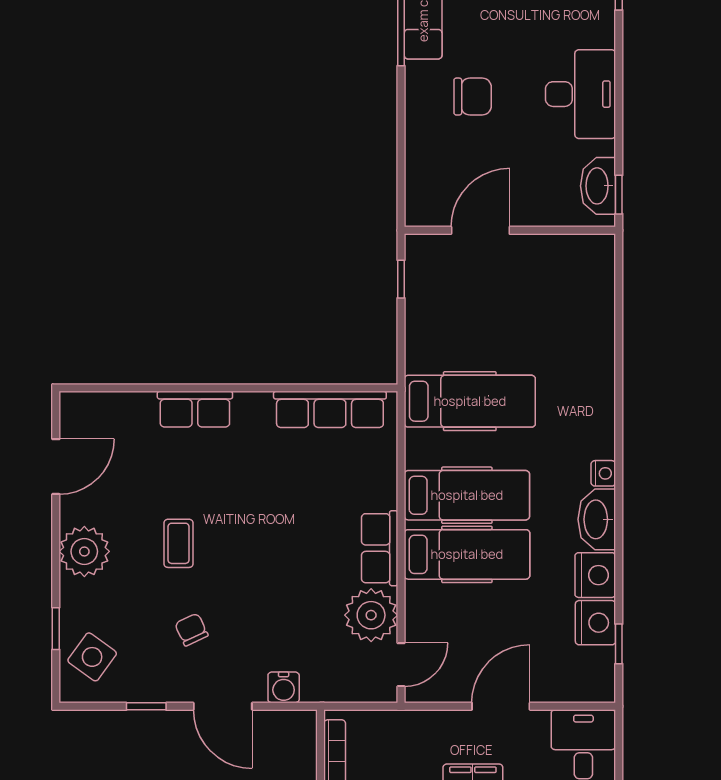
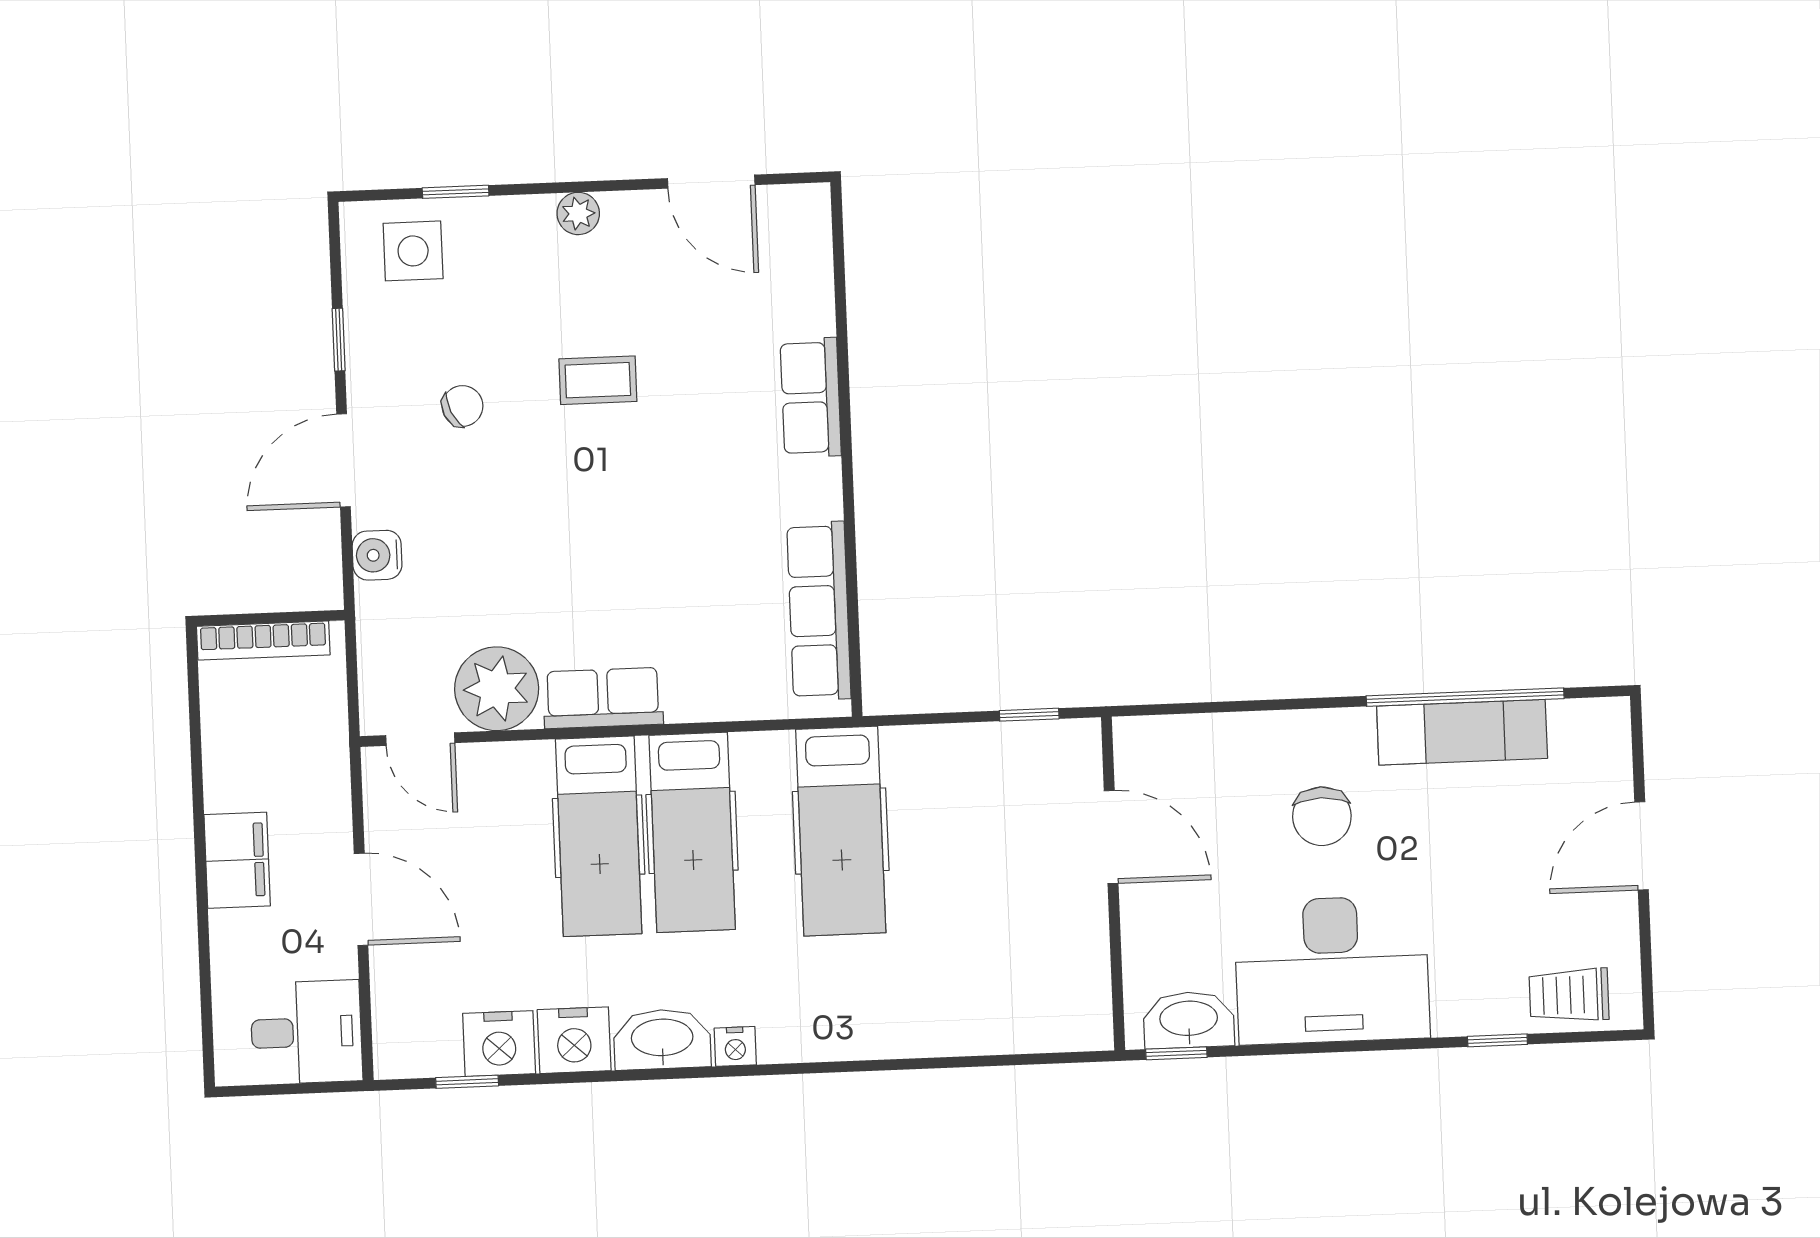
desk: (581, 94) -> (1332, 970), width x1.36, depth x1.30
plant: (84, 551) -> (578, 213), width x0.53, depth x0.53
side table: (92, 657) -> (413, 251), turned -36

